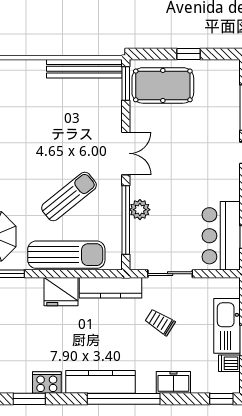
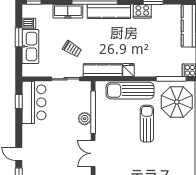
sun lounger: (69, 196) -> (147, 124), moved, turned 129
fridge: (61, 292) -> (128, 70), width x0.53, depth x0.75
freezer: (173, 382) -> (68, 11), width x1.40

